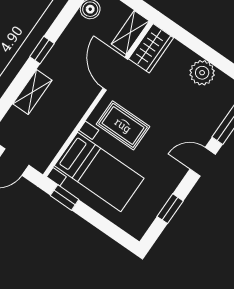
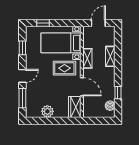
shelving: (130, 33) -> (87, 58), moved
window: (42, 50) -> (118, 93), moved
window: (65, 197) -> (43, 23), moved

